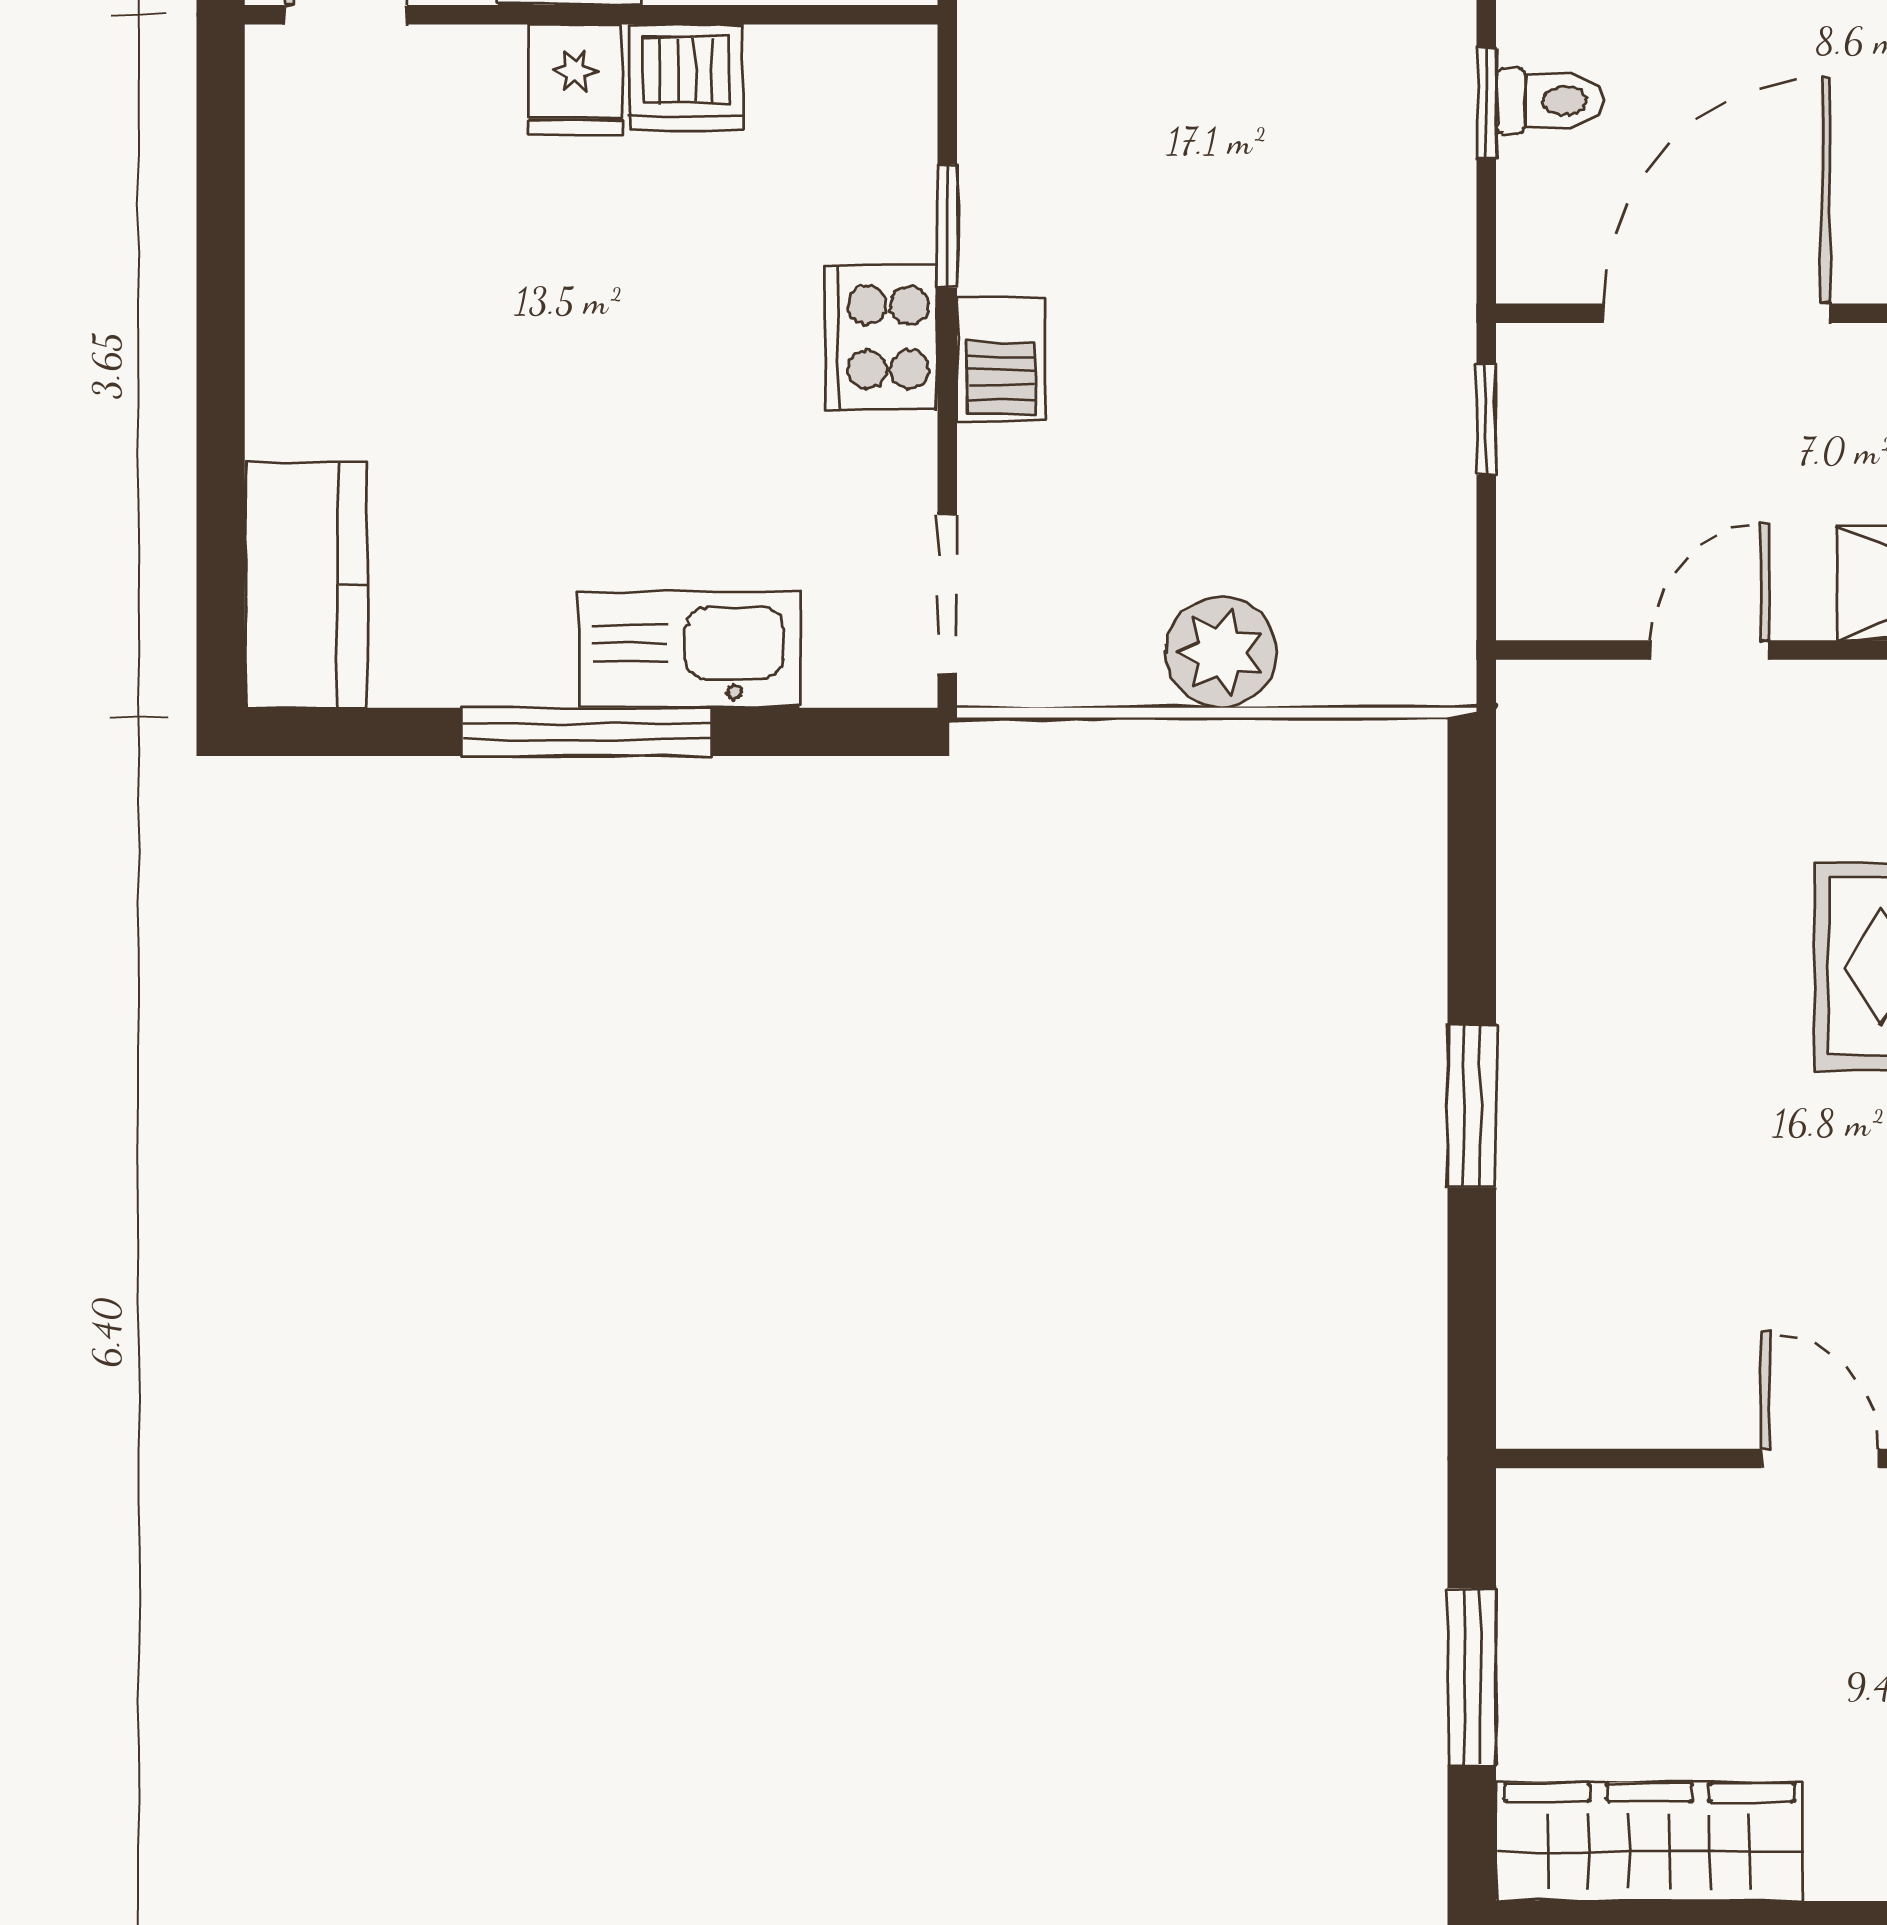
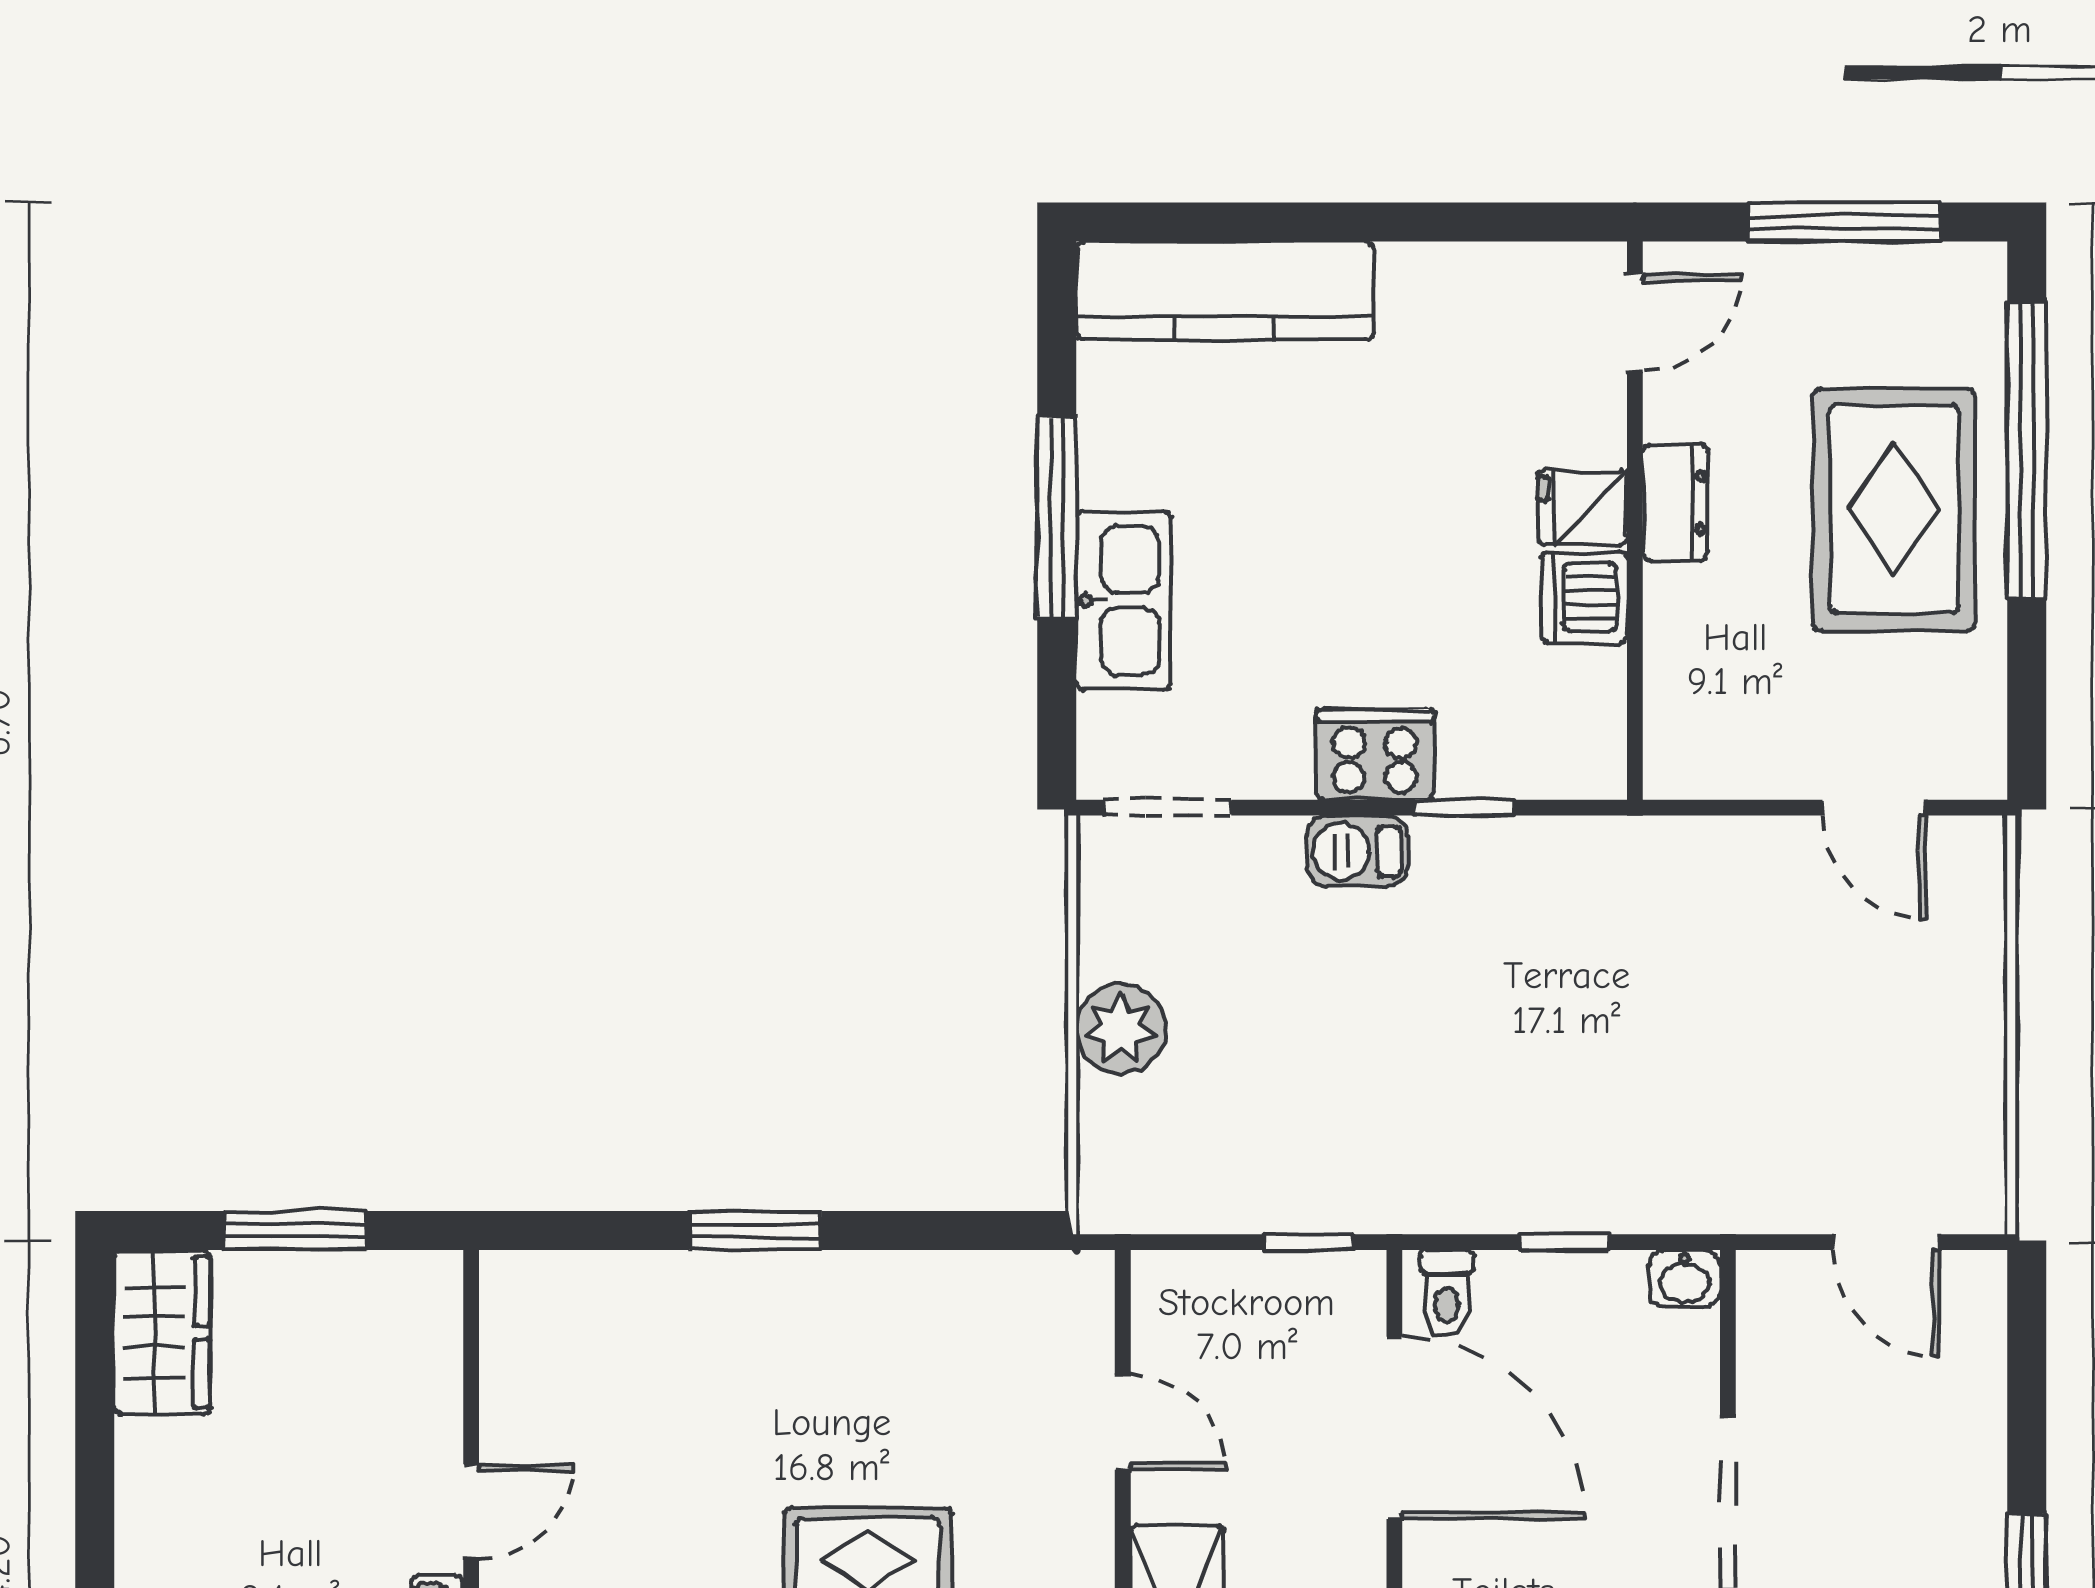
toilet: (1549, 101) -> (1447, 1293), moved
kitchen counter: (306, 585) -> (1225, 291), width x1.50
wardrobe: (1649, 1842) -> (162, 1332), width x0.67

